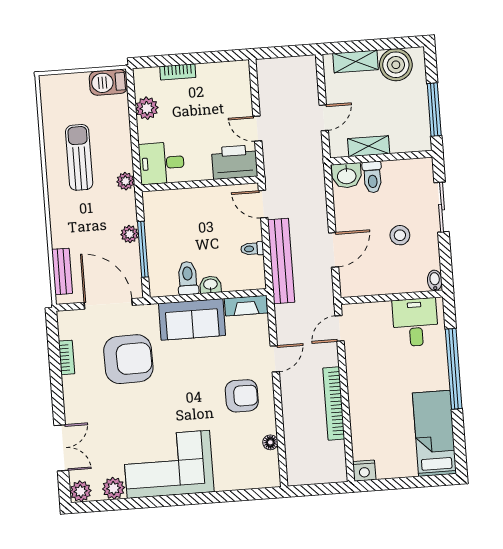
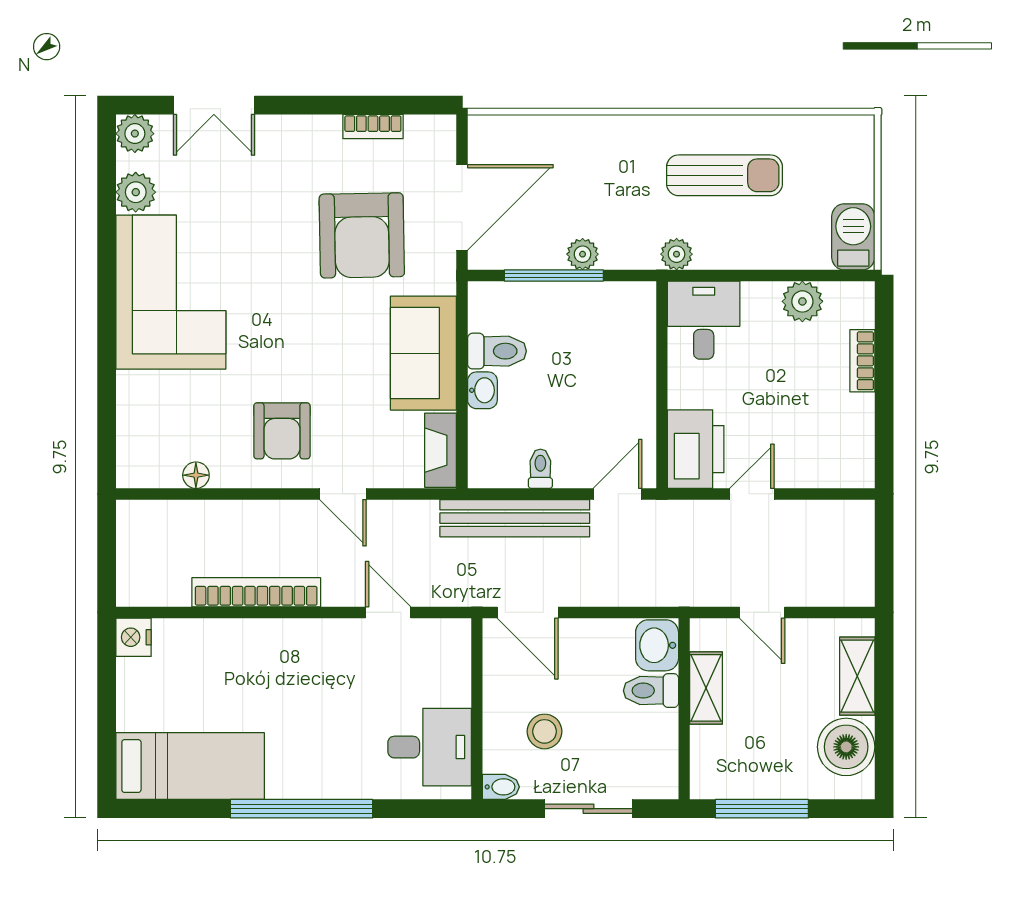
bench: (62, 271) -> (525, 130), removed
bidet: (435, 280) -> (501, 787), moved
wall: (392, 297) -> (477, 709), moved
desk: (415, 322) -> (430, 747), moved

